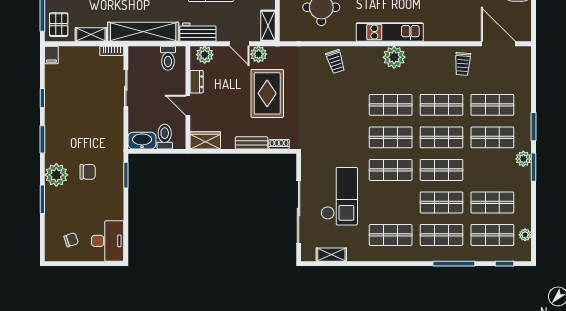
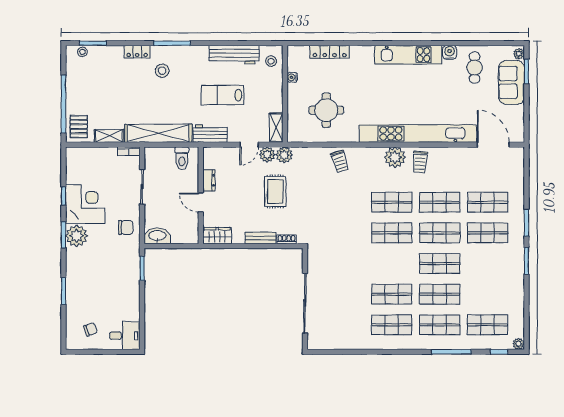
kitchen unit: (390, 32) -> (418, 134), width x1.86
door: (239, 44) -> (249, 145), hinge flipped
filing cabinet: (51, 55) -> (72, 155), removed
plant: (205, 55) -> (284, 155), moved
trolley: (463, 64) -> (420, 162), moved
rug: (267, 93) -> (275, 191), width x0.73, depth x0.70
corner desk: (66, 107) -> (85, 204), added
toilet: (165, 137) -> (179, 232), removed
plant: (523, 159) -> (517, 253), removed
shop shelf: (391, 170) -> (392, 294), moved
chair: (88, 172) -> (126, 228), moved
plant: (56, 175) -> (77, 236), moved
checkout: (339, 196) -> (343, 288), removed
shop shelf: (492, 202) -> (488, 294), removed
plant: (525, 235) -> (518, 344), moved
desk: (108, 241) -> (125, 336), width x0.73
shelving: (331, 255) -> (336, 343), removed

